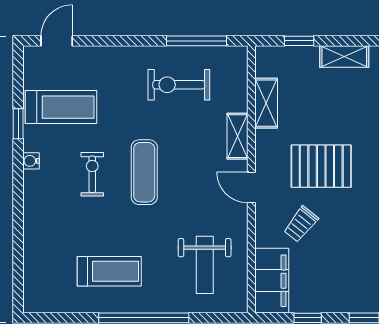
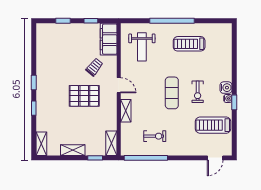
window: (197, 41) -> (146, 158), width x1.46
exercise bike: (179, 85) -> (155, 136), width x0.73, depth x0.72
shelving: (266, 103) -> (111, 143), moved
window: (18, 124) -> (234, 102), moved
water cooler: (35, 183) -> (226, 88), added
weight bench: (205, 265) -> (142, 47), turned 180

